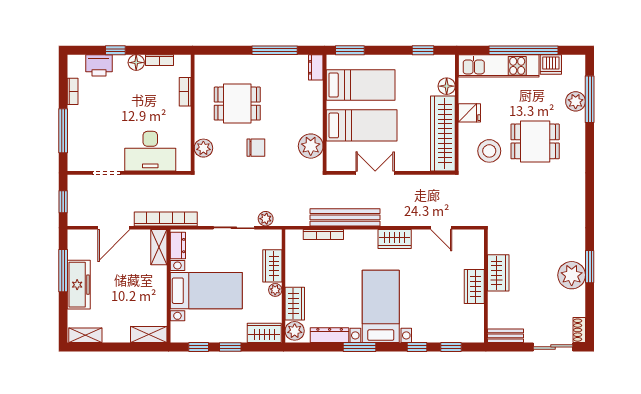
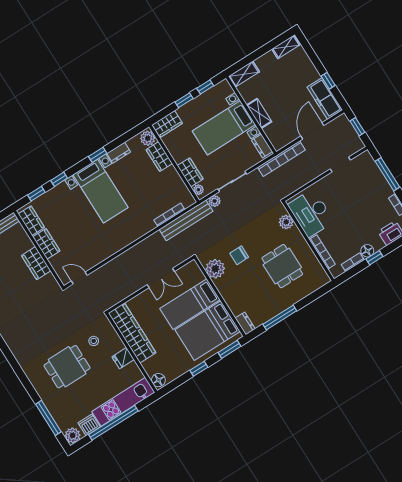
window: (115, 50) -> (374, 258), moved
window: (423, 50) -> (199, 369), moved
bed: (361, 85) -> (208, 331), width x1.50
floor lamp: (447, 86) -> (158, 380), moved
bookcase: (185, 92) -> (322, 252), width x1.56
plant: (576, 101) -> (73, 435), moved
dining table: (237, 104) -> (282, 266), turned 90
chair: (256, 148) -> (239, 255), moved
desk: (150, 151) -> (311, 213), moved, turned -90
stool: (489, 151) -> (94, 341), width x0.53, depth x0.53
bench: (345, 217) -> (186, 220), moved
door: (441, 228) -> (79, 278), moved
wardrobe: (395, 239) -> (31, 221), moved, turned 90
shelving: (159, 247) -> (259, 113), moved
window: (63, 271) -> (328, 81), width x0.46
freezer: (79, 285) -> (325, 98), moved
plant: (275, 290) -> (198, 190), moved
dresser: (330, 335) -> (119, 153), width x0.70
window: (359, 347) -> (98, 155), width x0.67

